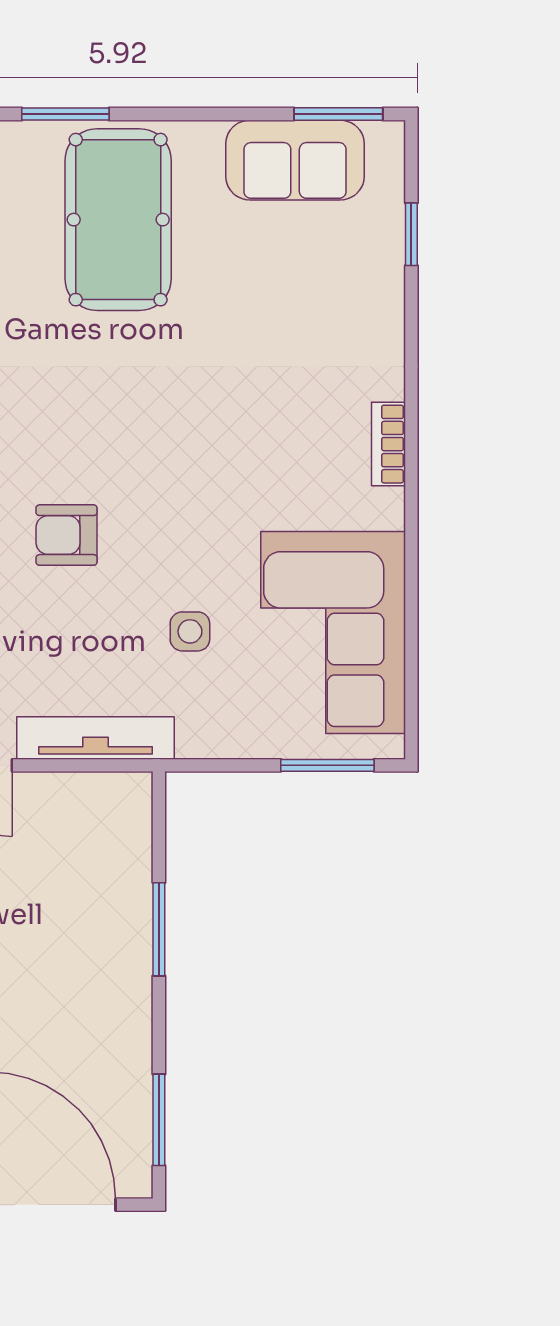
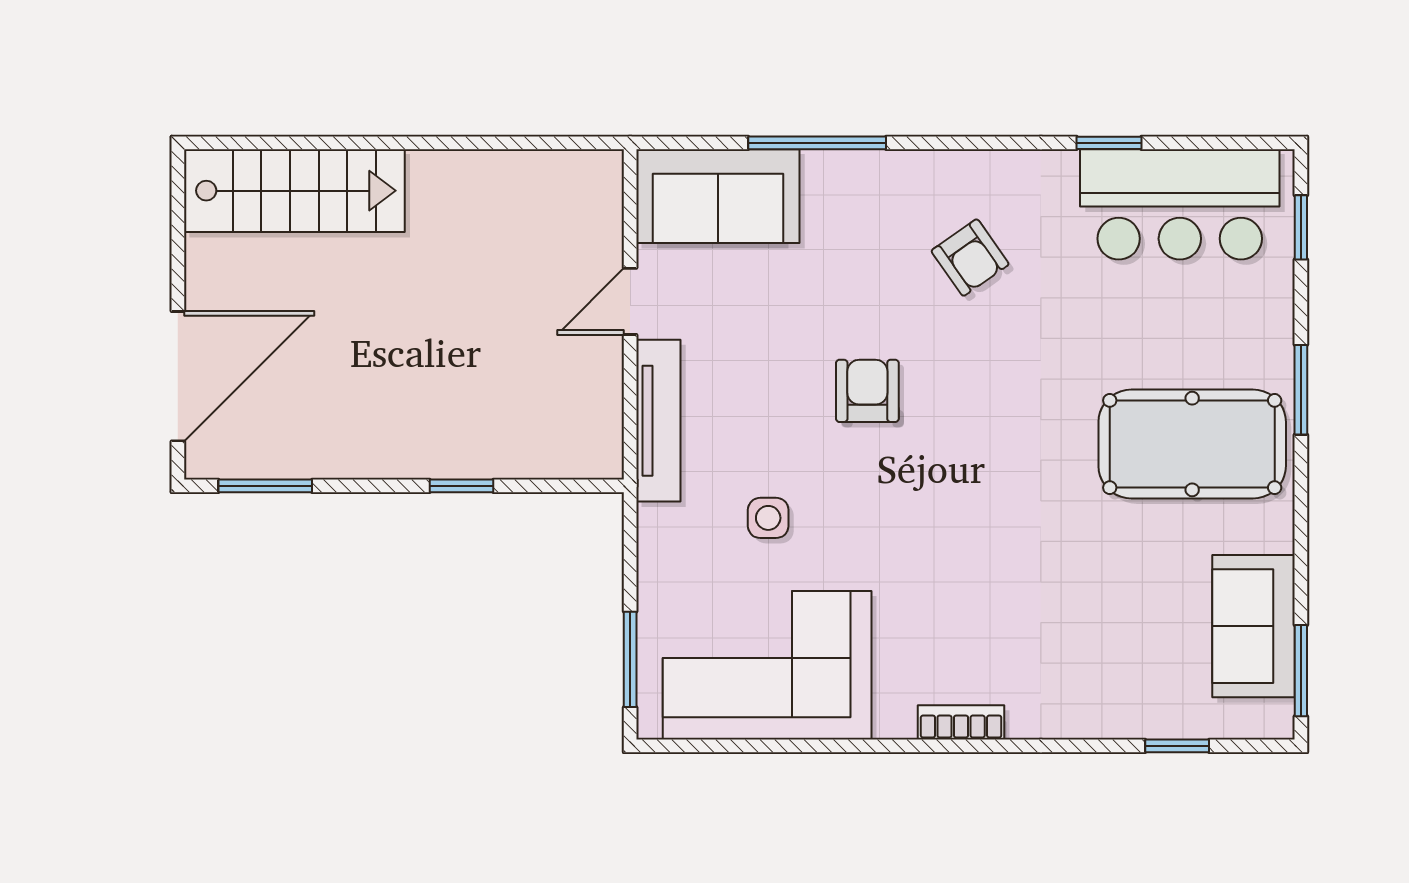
window: (159, 929) -> (461, 486), width x0.67

